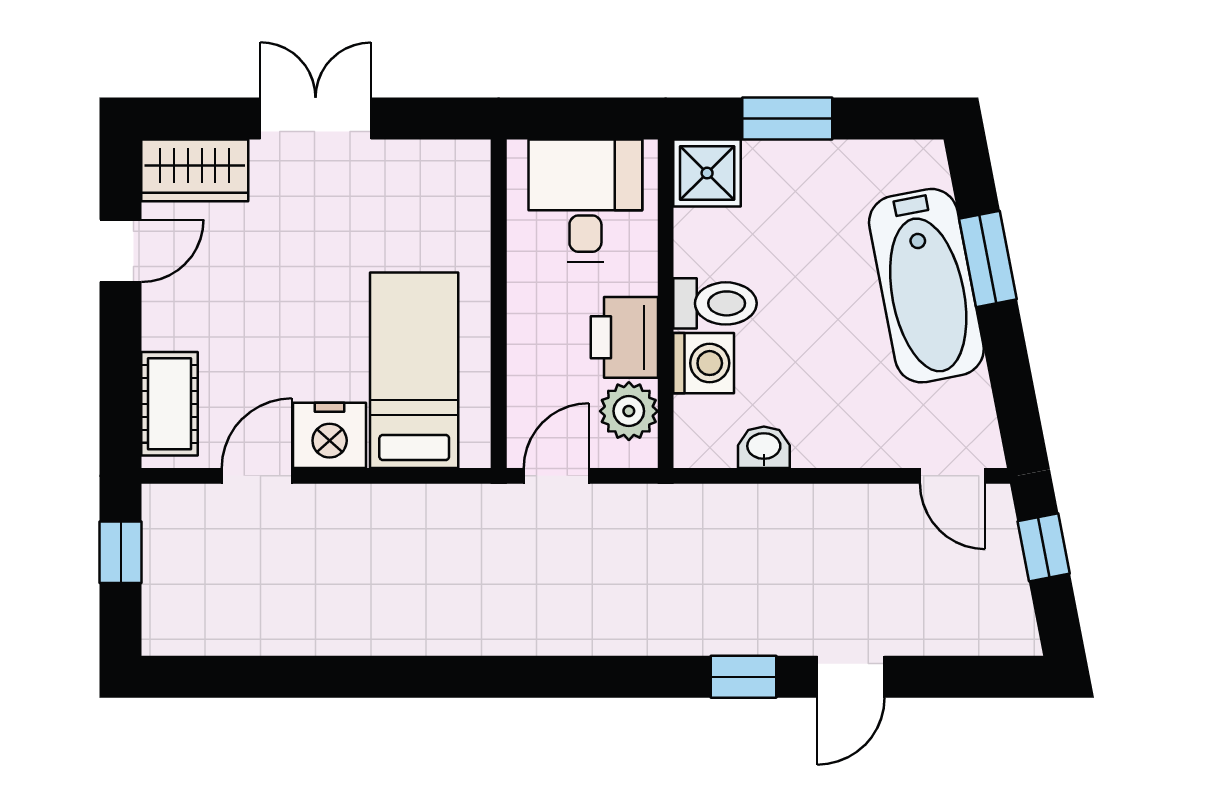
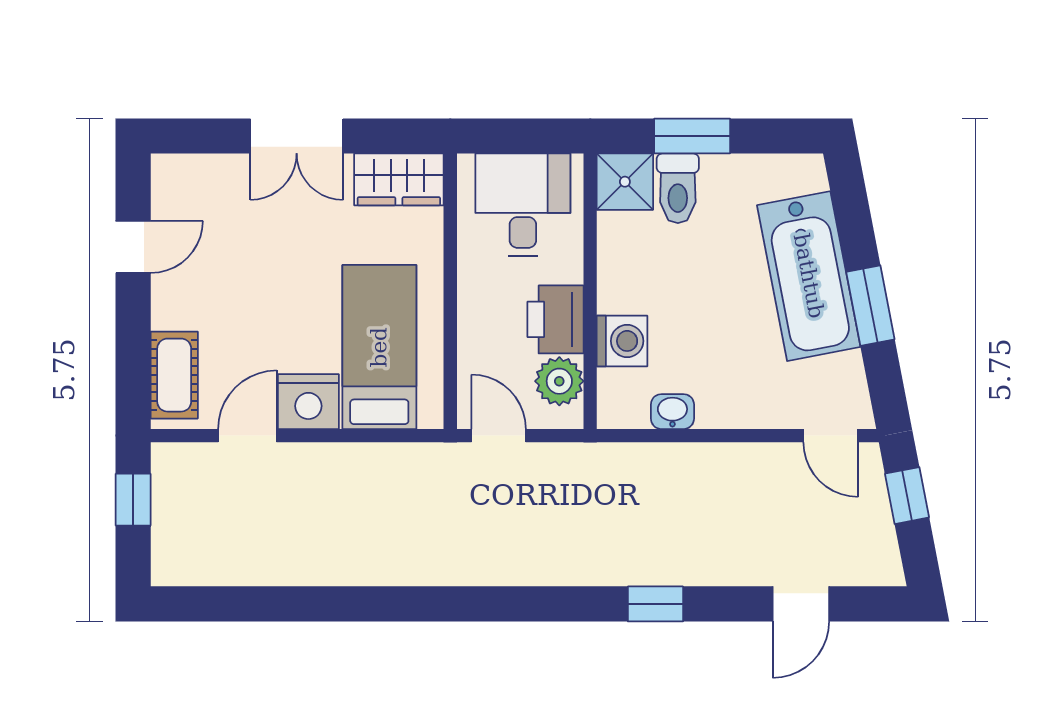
double door: (316, 119) -> (297, 136), swing flipped
wardrobe: (195, 170) -> (399, 179), moved
window: (988, 259) -> (870, 306), moved
toilet: (715, 303) -> (678, 188), moved, turned 90
door: (556, 476) -> (499, 436), hinge flipped
door: (851, 677) -> (801, 604), moved

